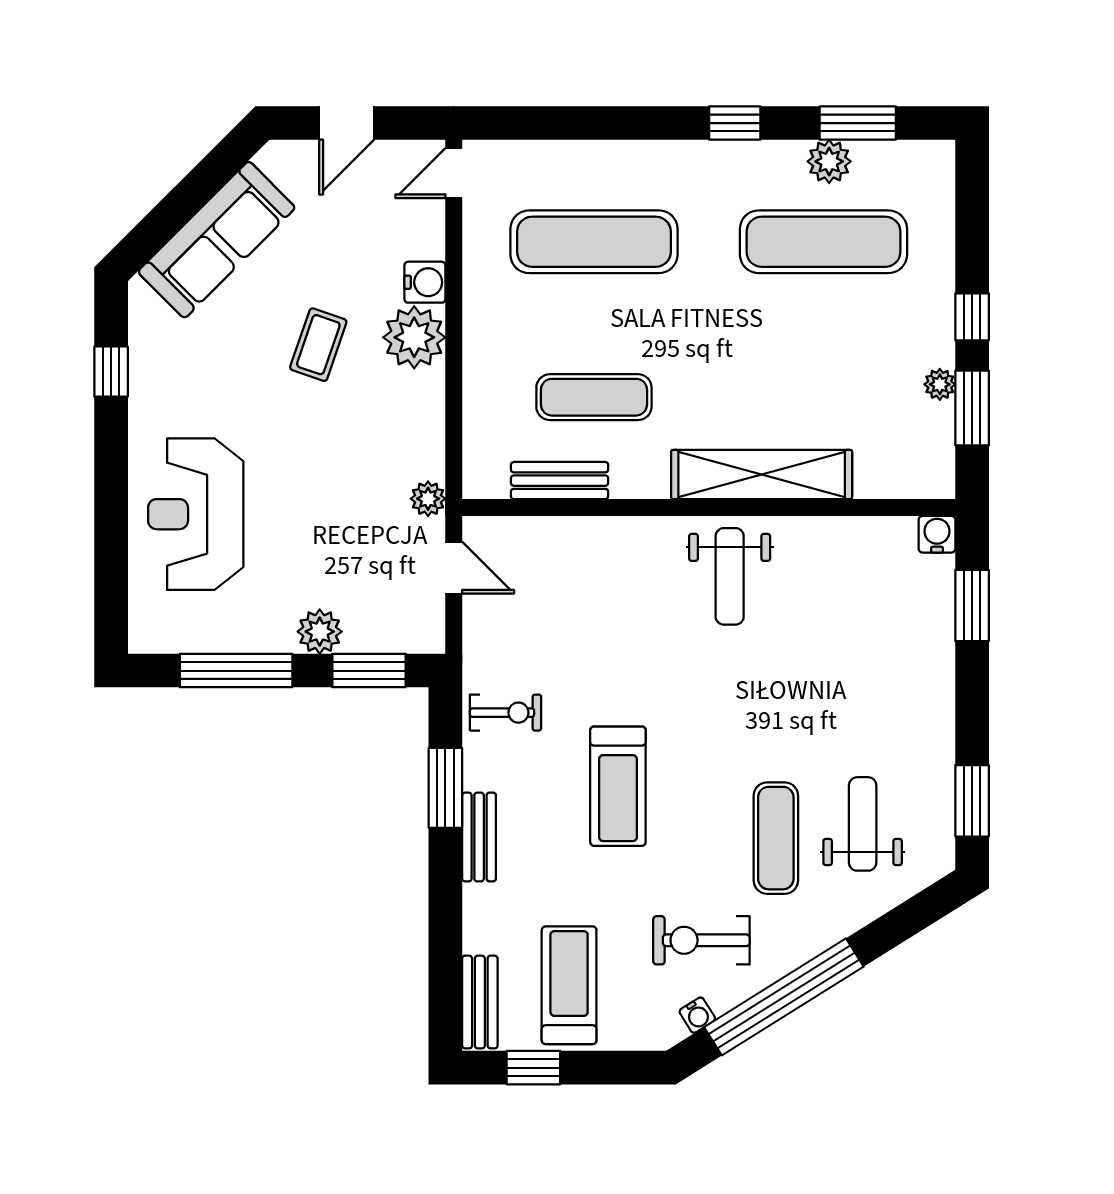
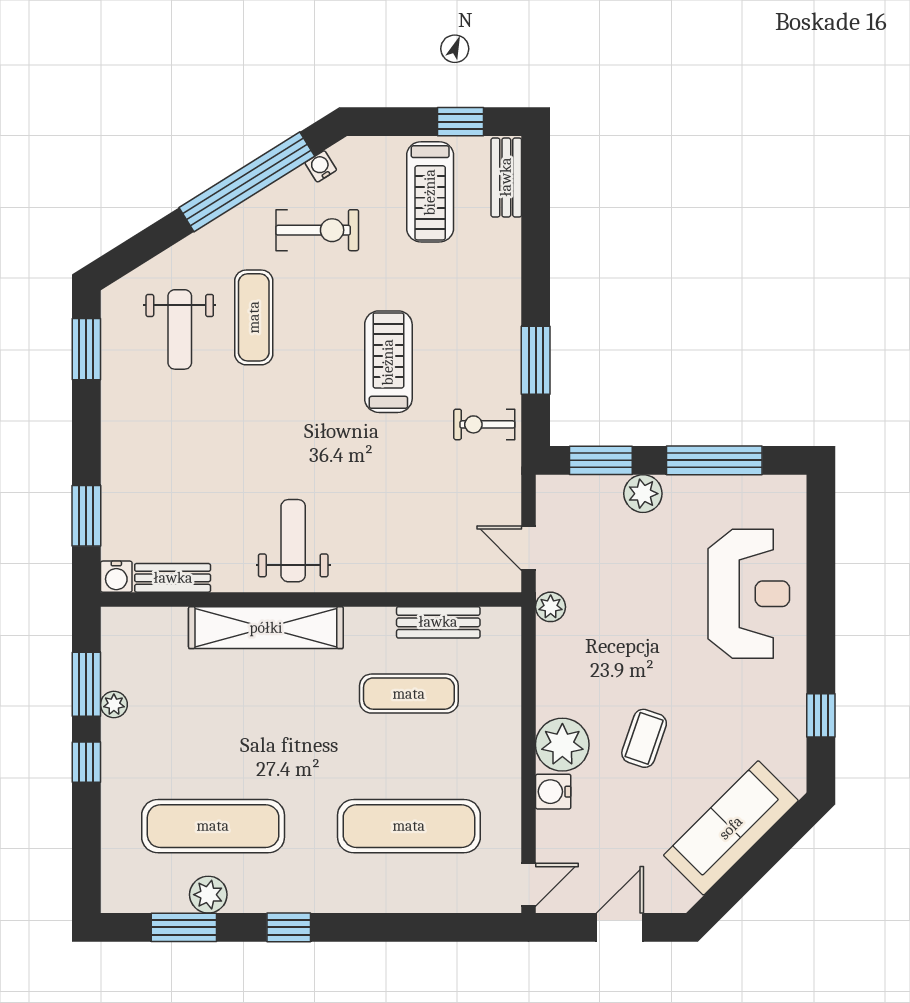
bench: (479, 837) -> (173, 578), moved, turned 90

